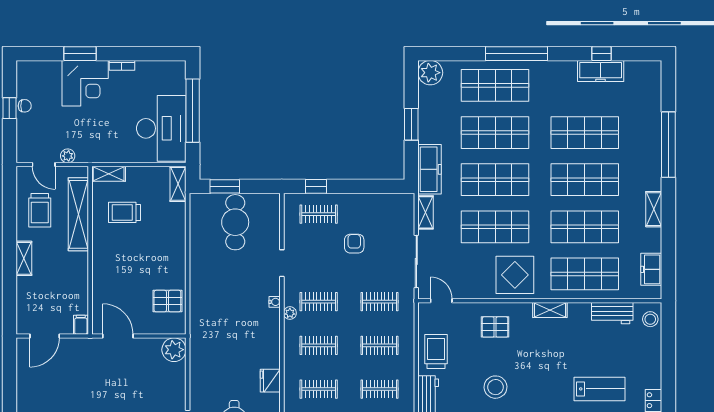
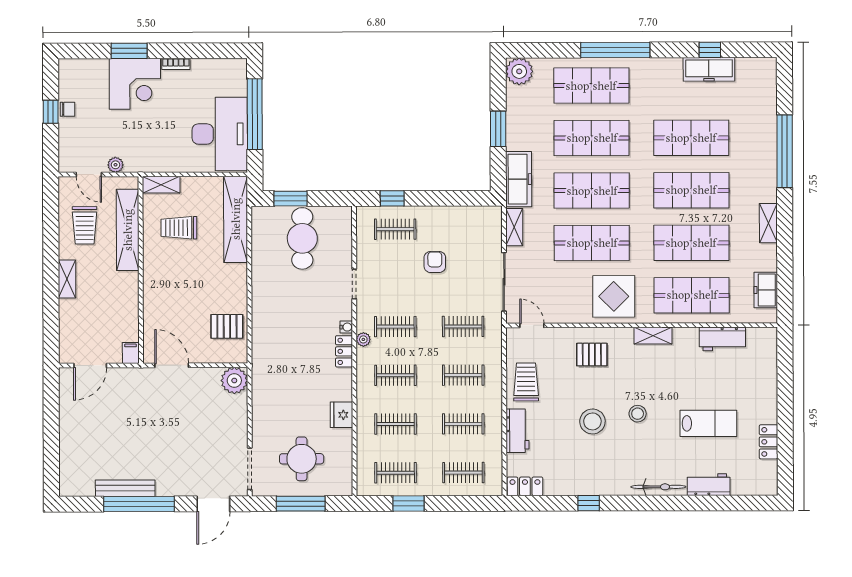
shelving: (178, 184) -> (236, 219), width x2.20, depth x1.33
stool: (650, 319) -> (638, 414), moved
locker: (273, 324) -> (344, 351), added

